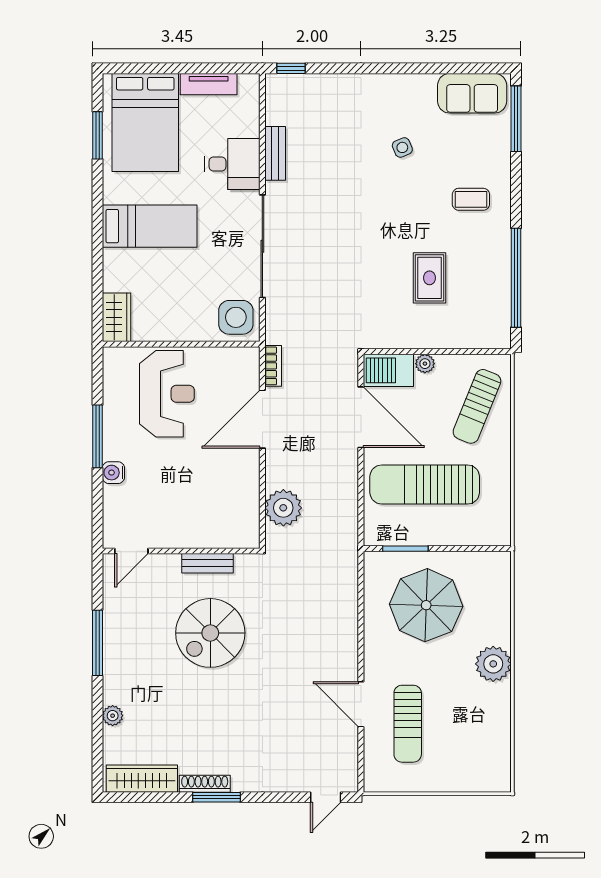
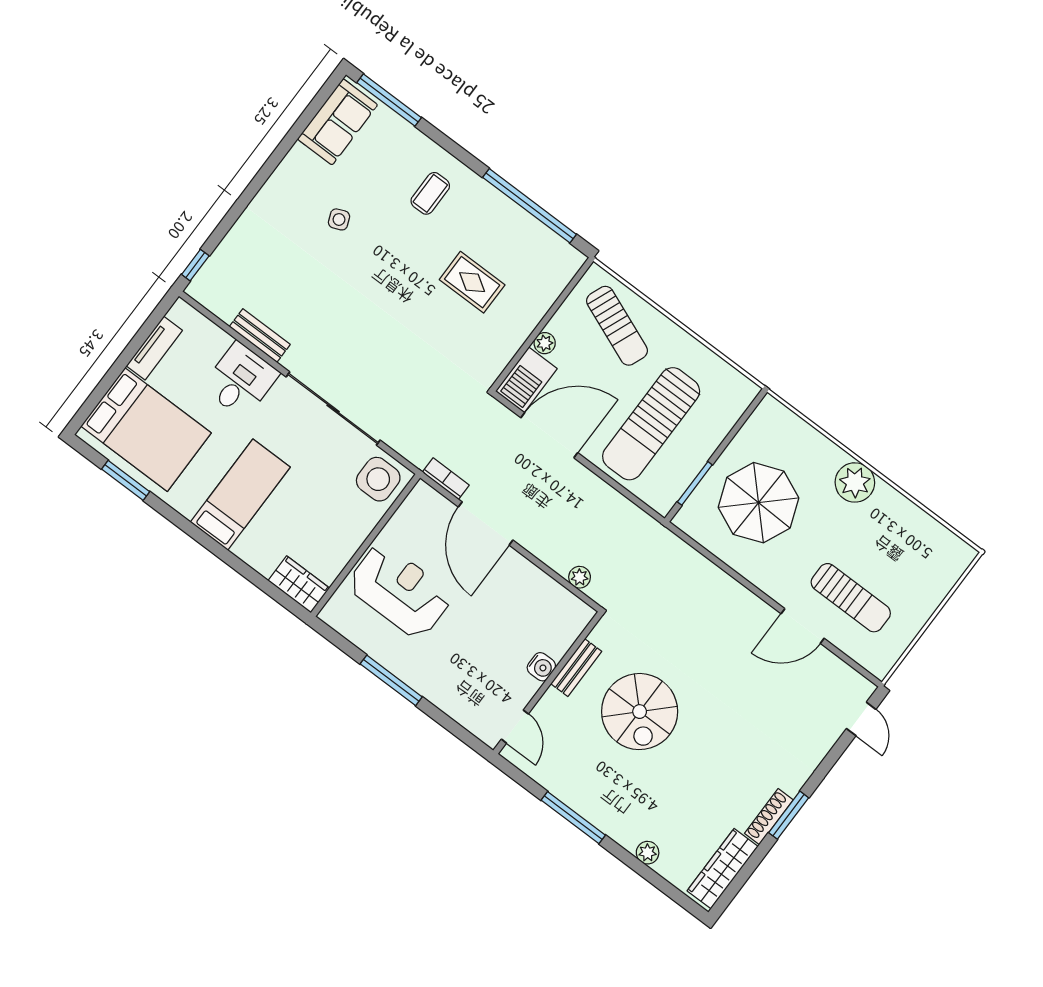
water cooler: (113, 473) -> (541, 667), moved, turned -90
plant: (283, 508) -> (580, 577), width x0.53, depth x0.53

